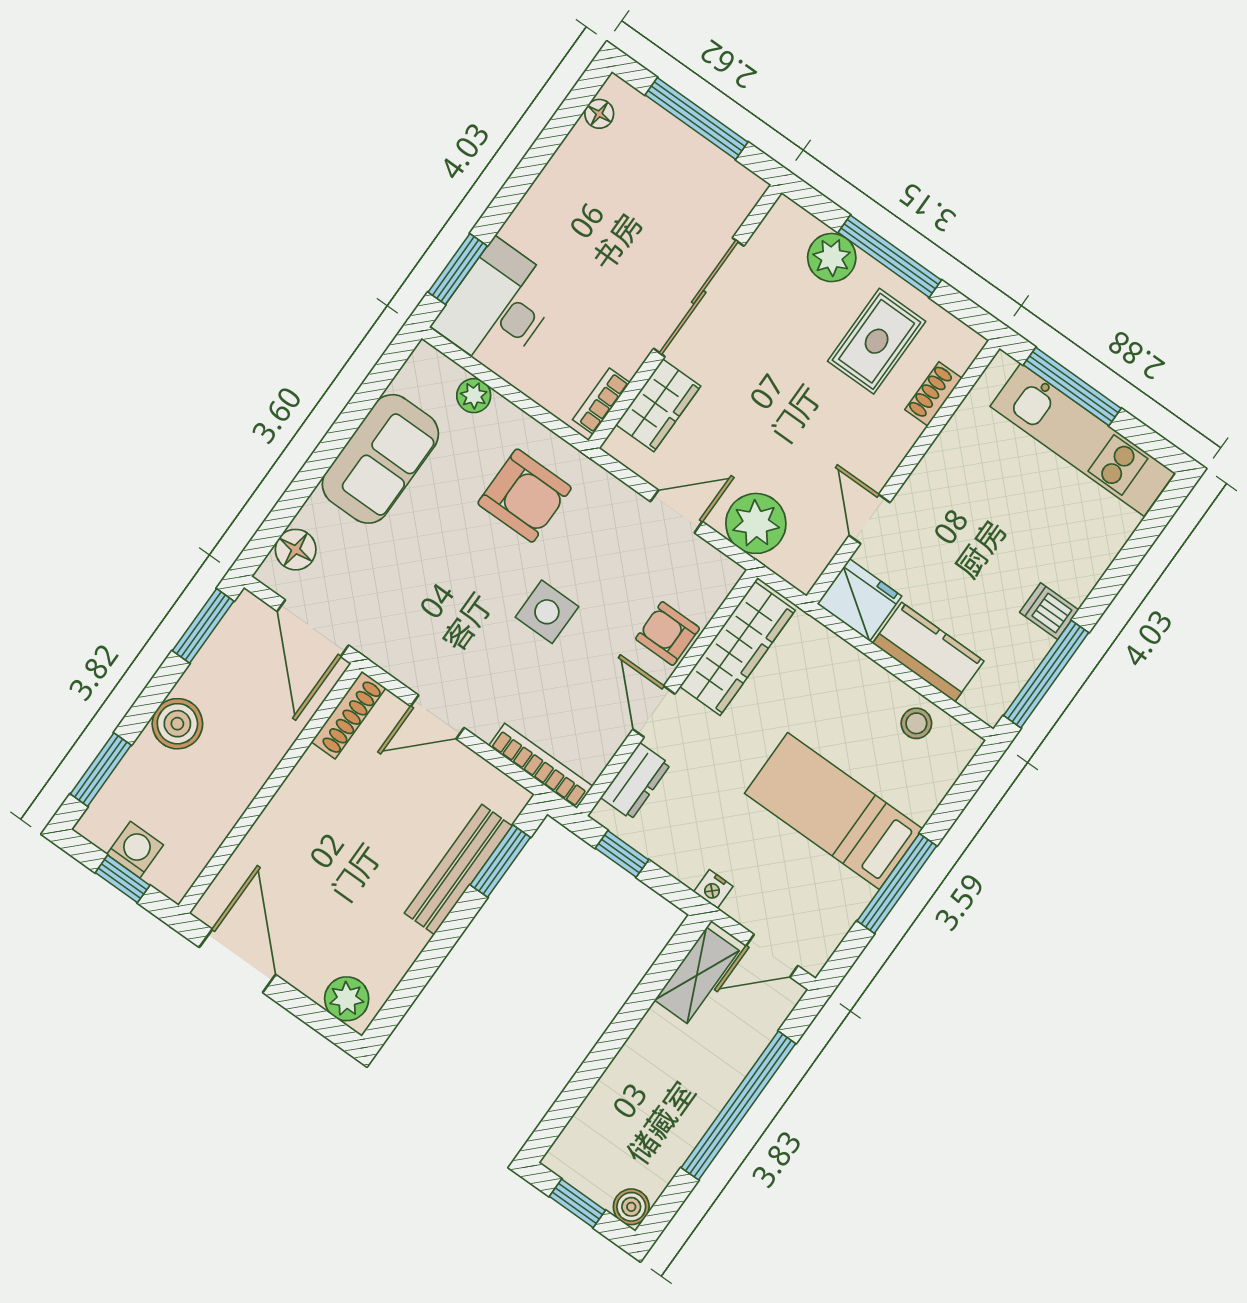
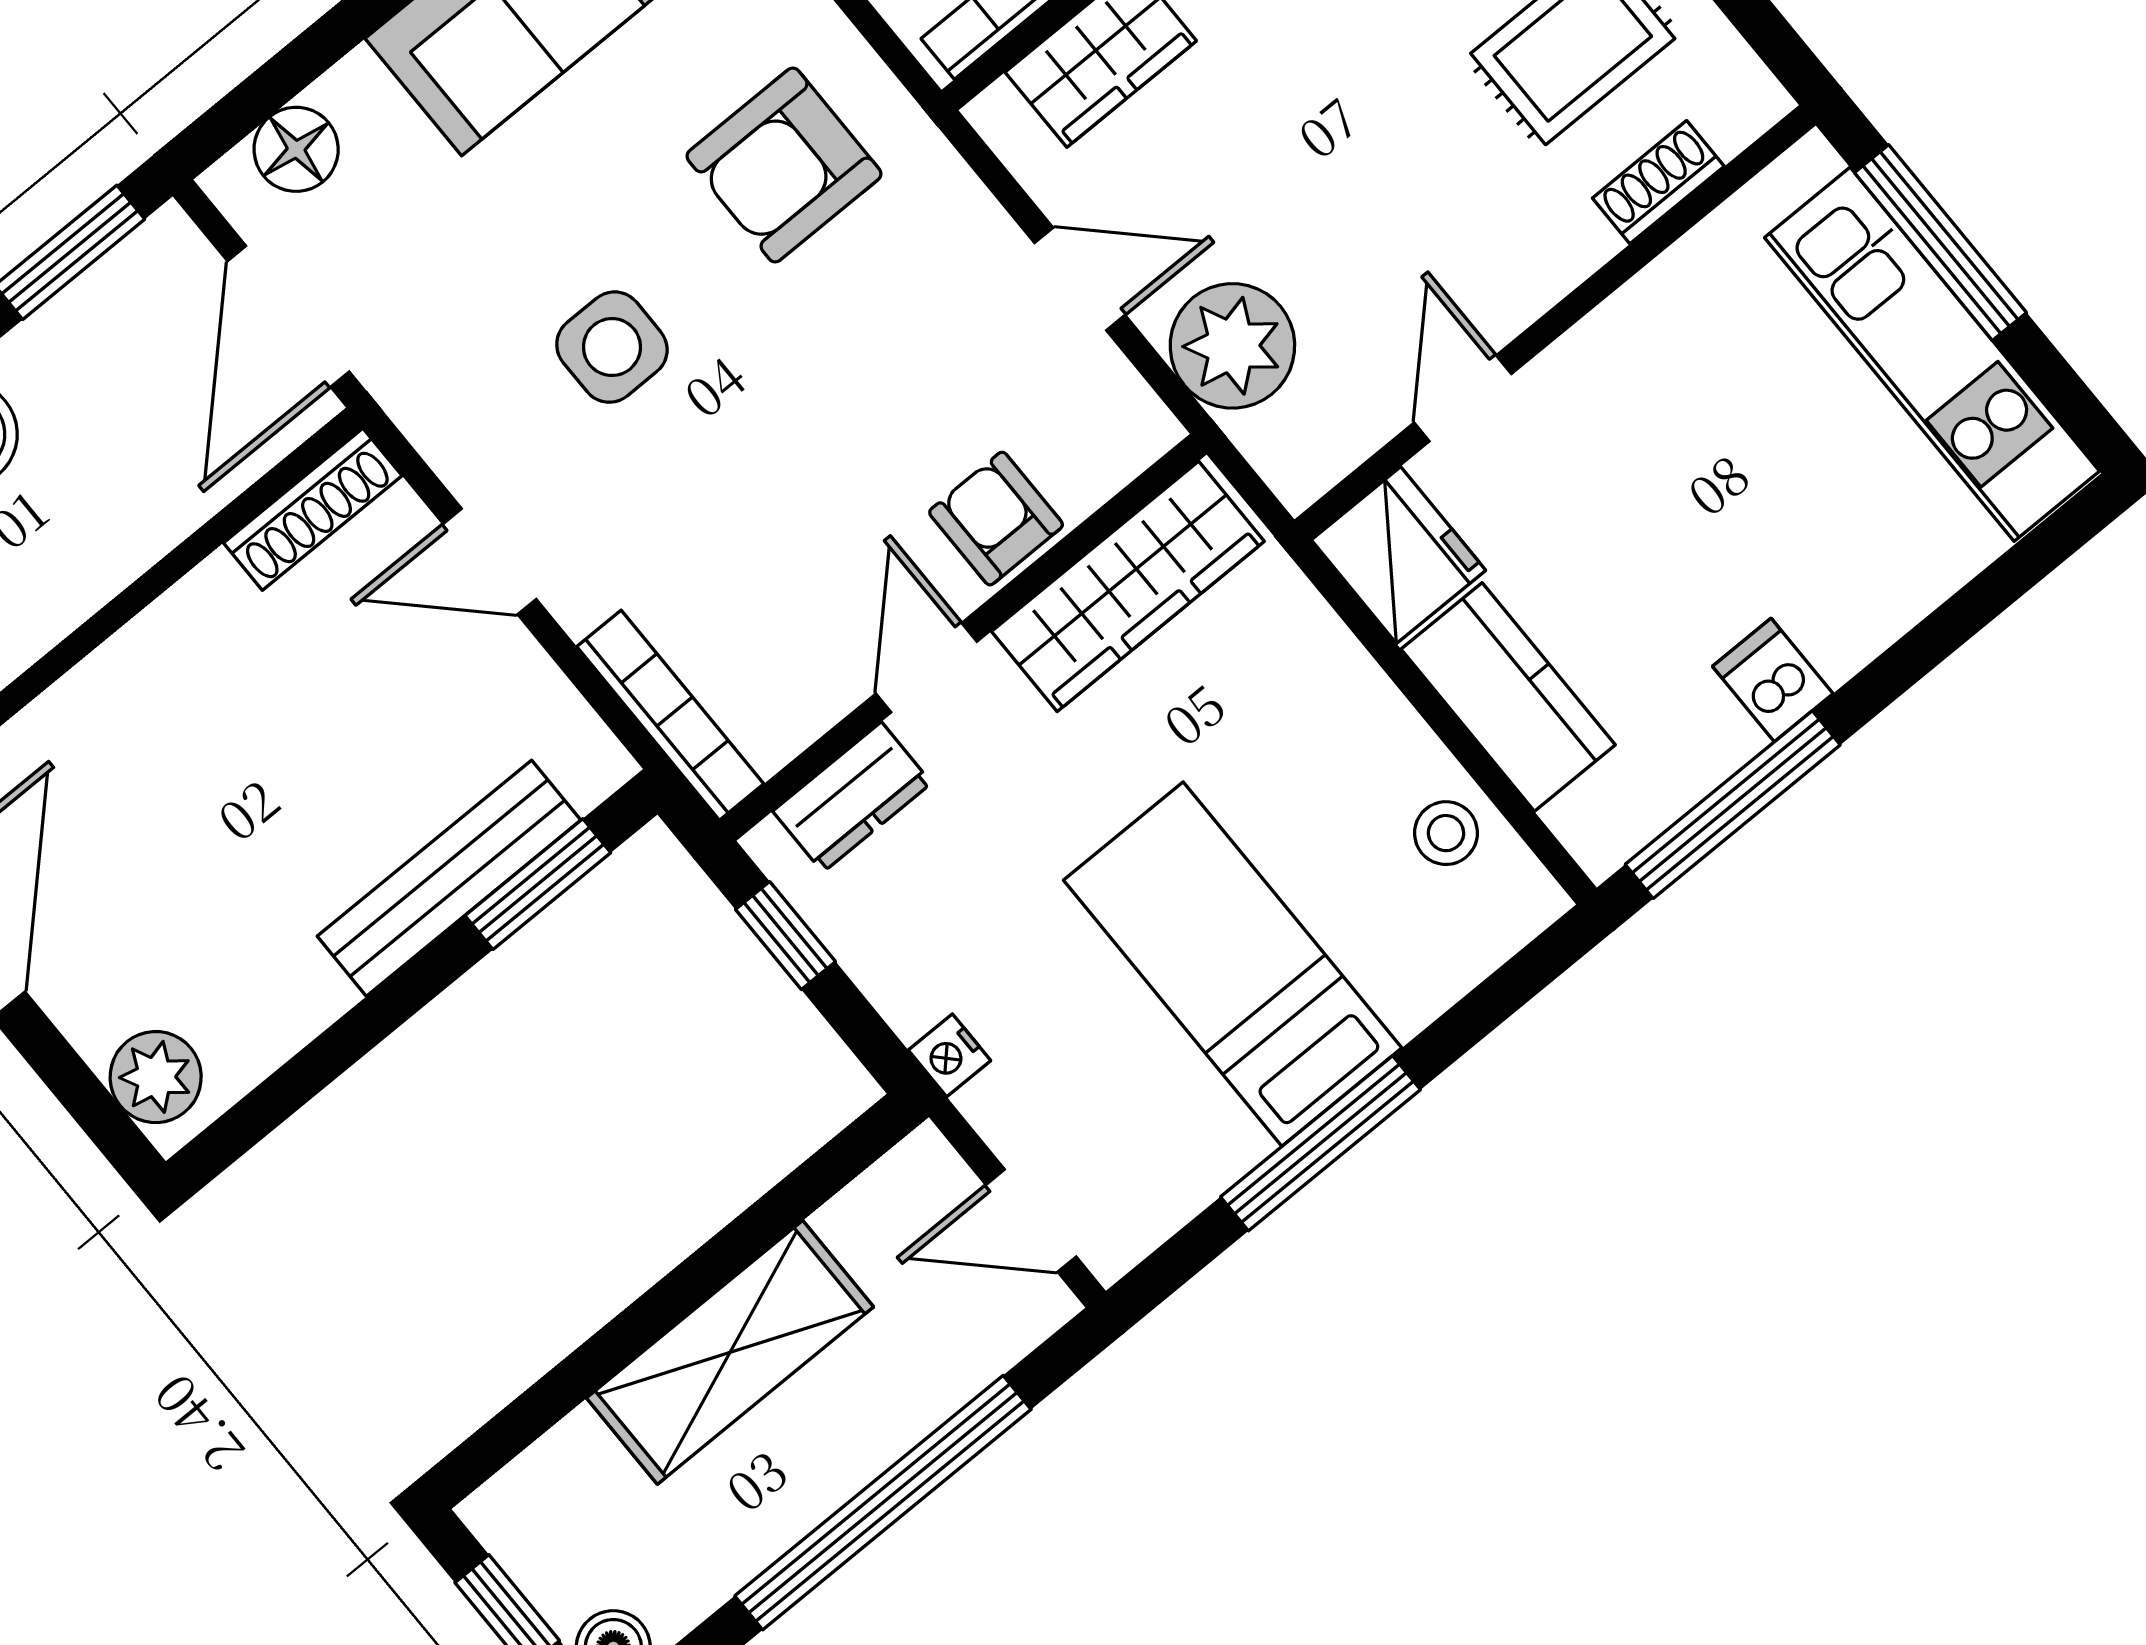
armchair: (525, 496) -> (784, 165), turned 90
side table: (547, 612) -> (612, 347), moved
shelving: (697, 975) -> (730, 1352), moved, width x1.50, depth x1.33

